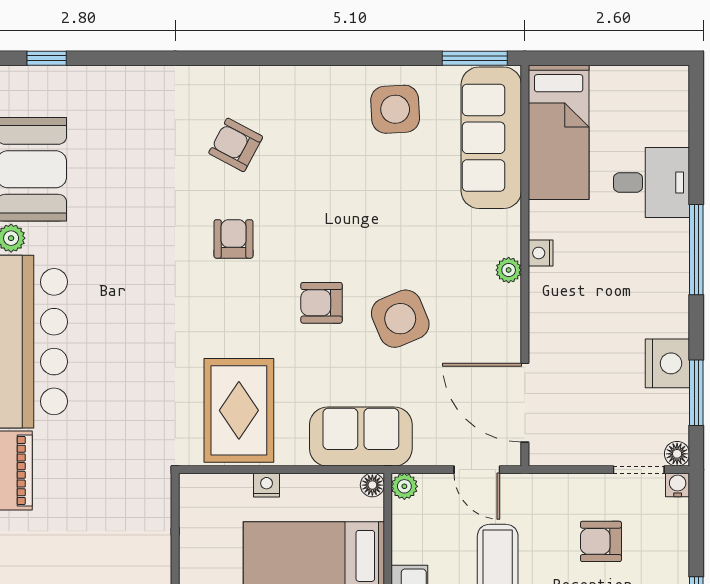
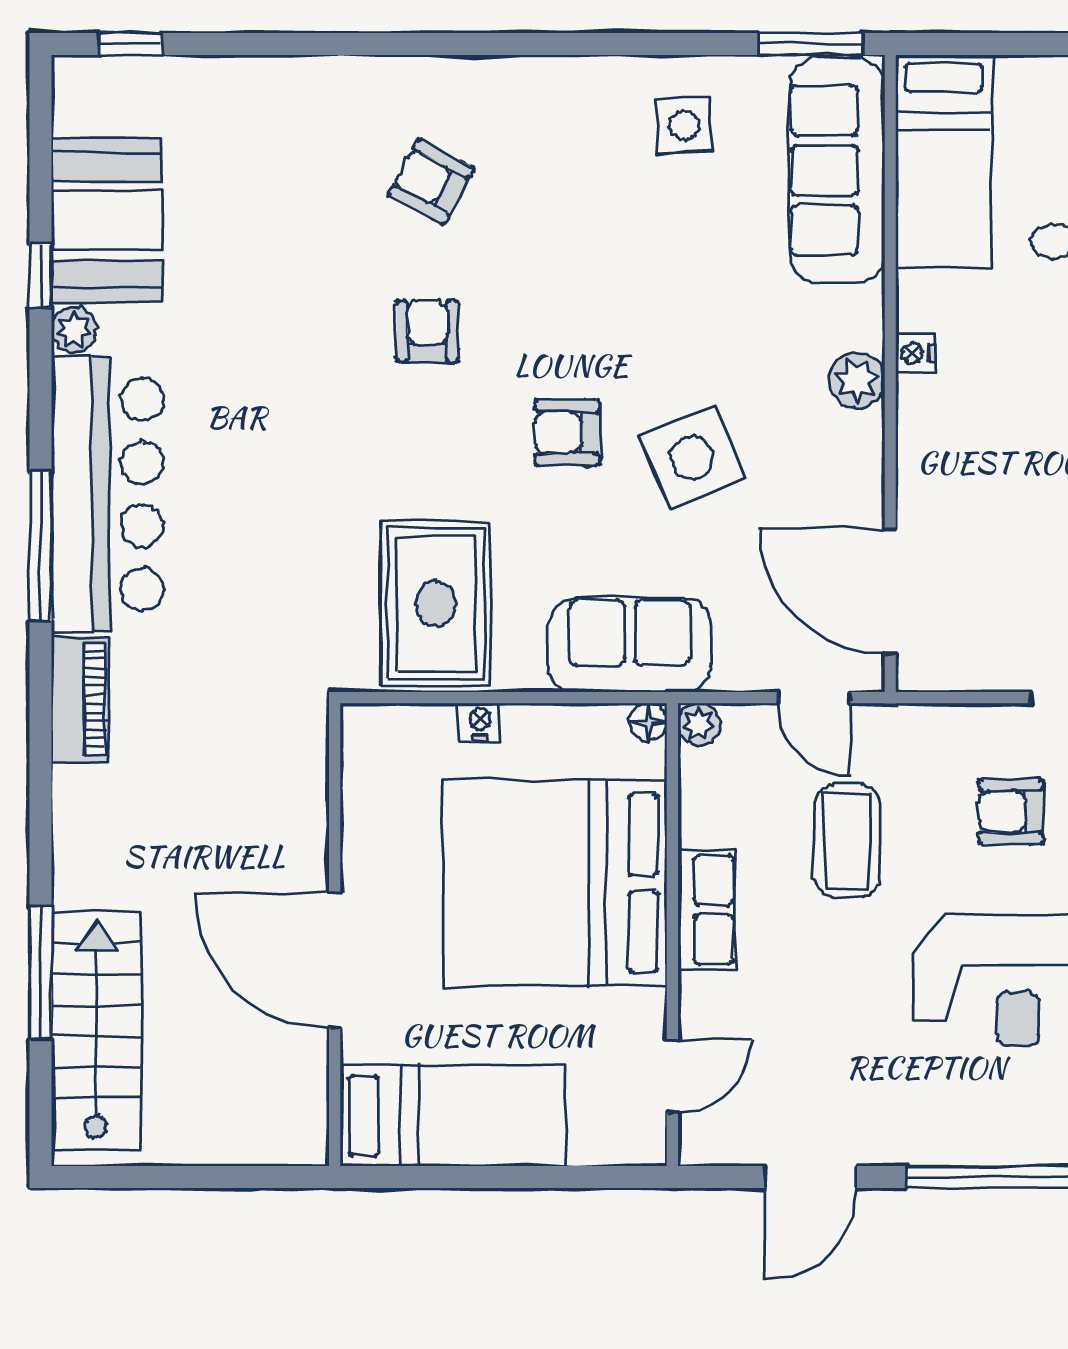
side table: (395, 109) -> (684, 125), width x0.73, depth x0.73
plant: (509, 270) -> (857, 380), width x1.38, depth x1.38

